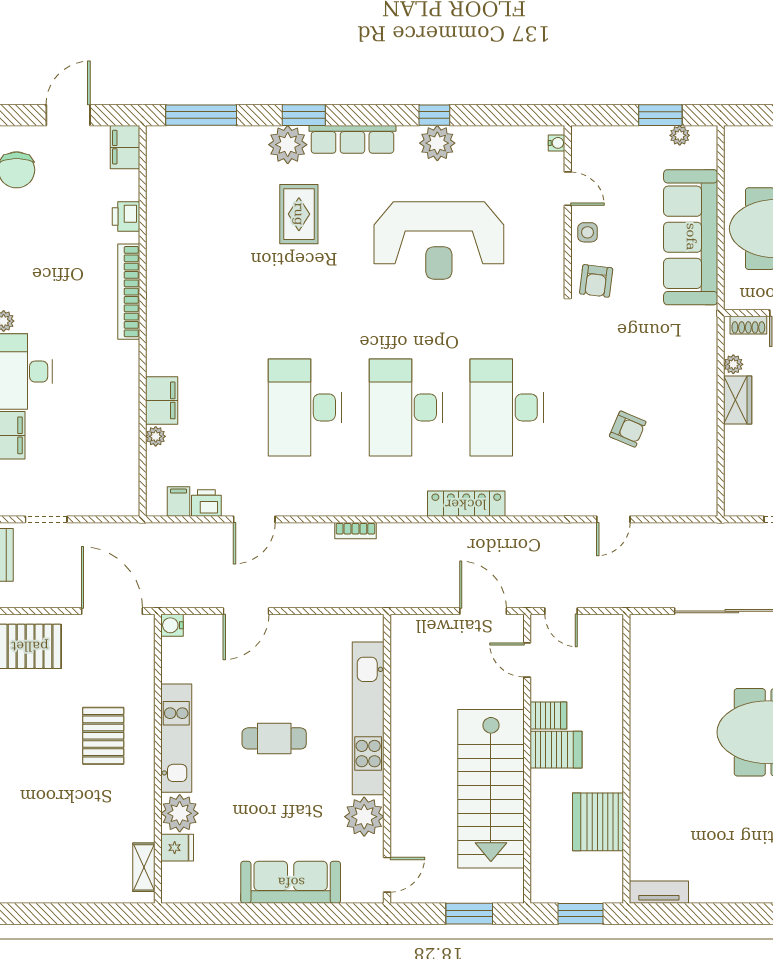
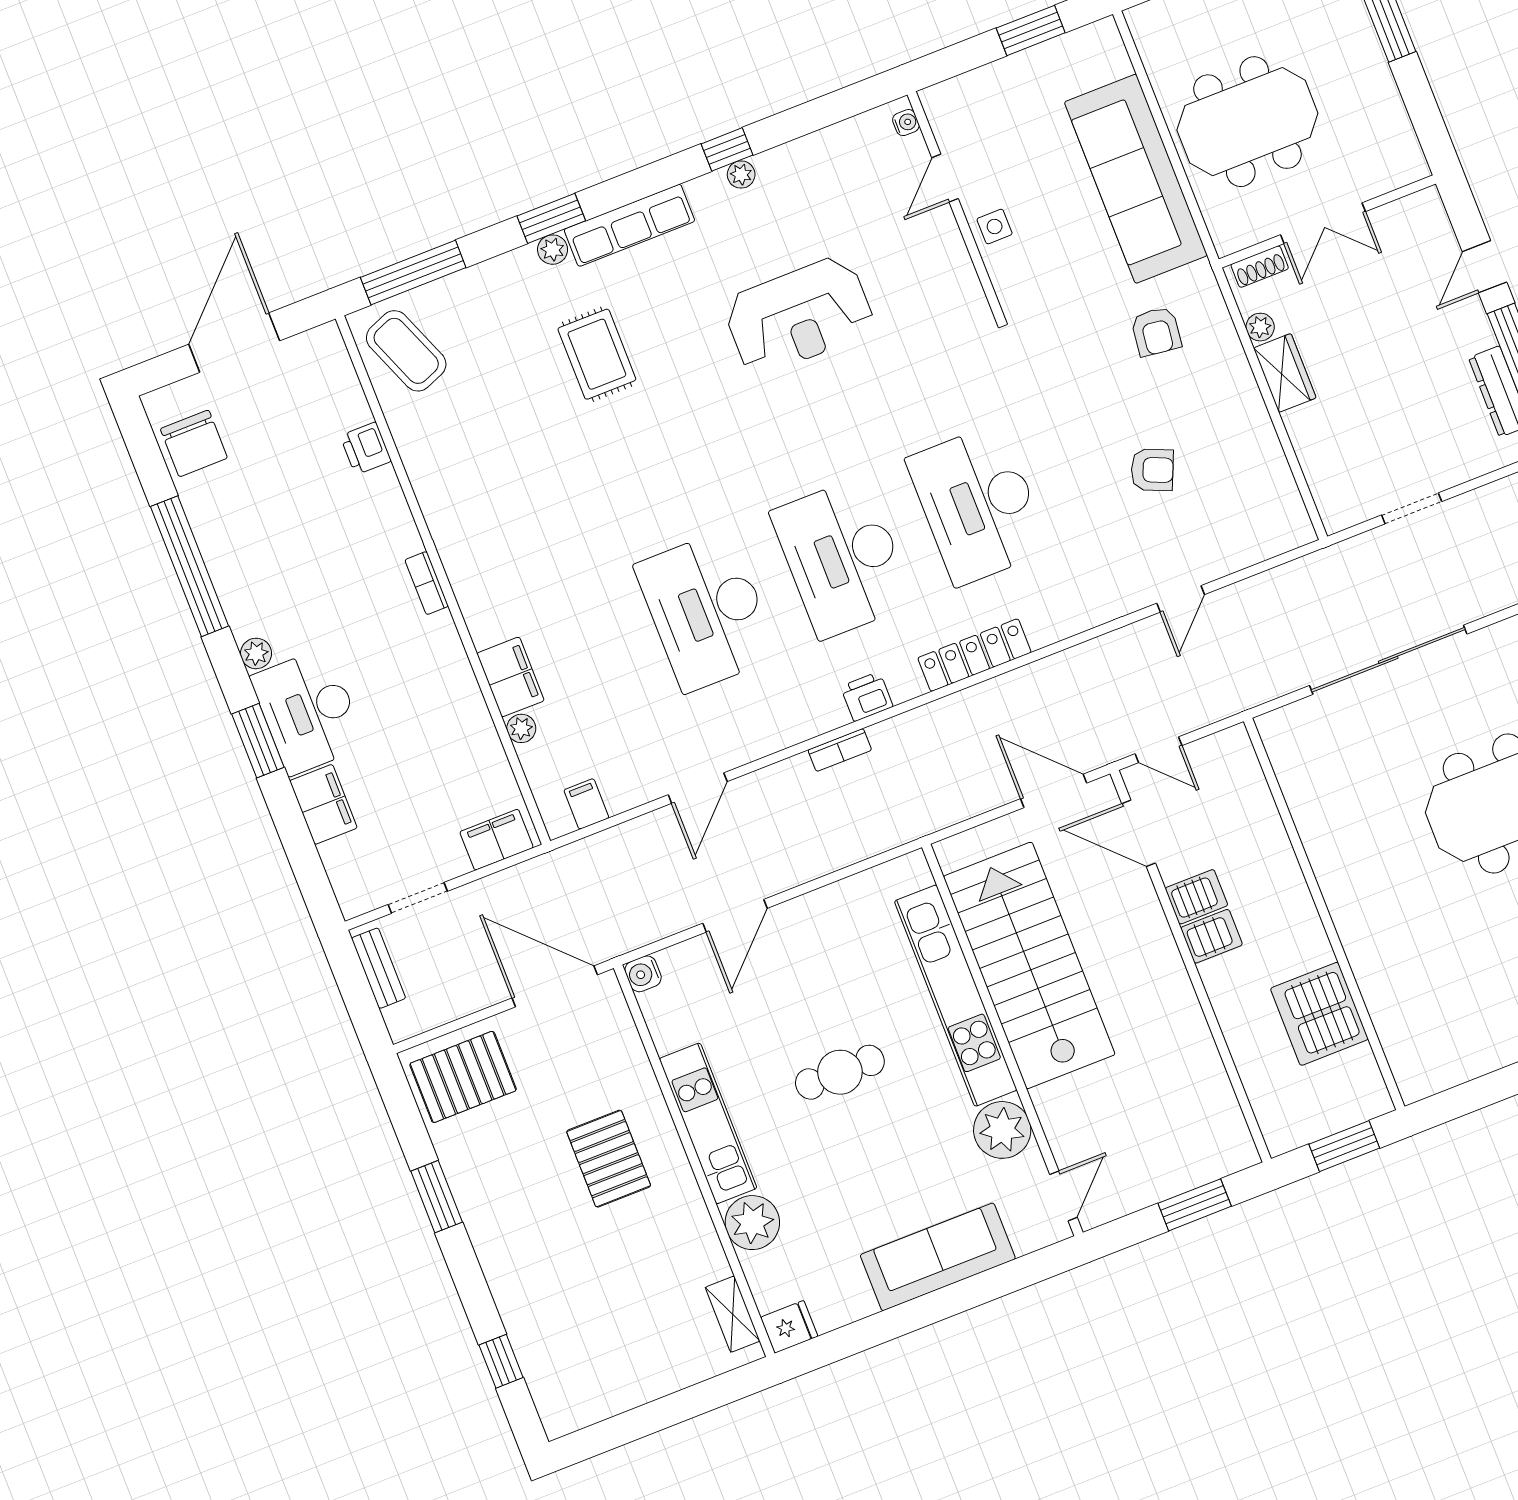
door: (68, 115) -> (234, 343), width x1.36
plant: (680, 135) -> (1067, 47), removed
plant: (437, 143) -> (741, 175), width x0.53, depth x0.53
plant: (288, 145) -> (553, 250), width x0.53, depth x0.53
filing cabinet: (125, 147) -> (497, 840), moved, turned 90
coffee table: (177, 164) -> (406, 351), added
door: (568, 189) -> (945, 178), swing flipped
reception desk: (439, 240) -> (799, 316), width x0.74, depth x0.77
armchair: (596, 281) -> (1156, 331), moved
bookcase: (129, 292) -> (427, 583), width x0.43, depth x0.76
printer: (206, 503) -> (867, 696), moved
door: (527, 660) -> (1139, 833), width x1.38
server rack: (556, 750) -> (1212, 936), width x0.73, depth x0.70
stairs: (491, 789) -> (1029, 965), moved, turned 180
fridge: (177, 848) -> (789, 1327), moved
tv unit: (659, 892) -> (1438, 1076), removed

